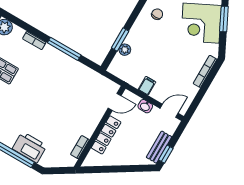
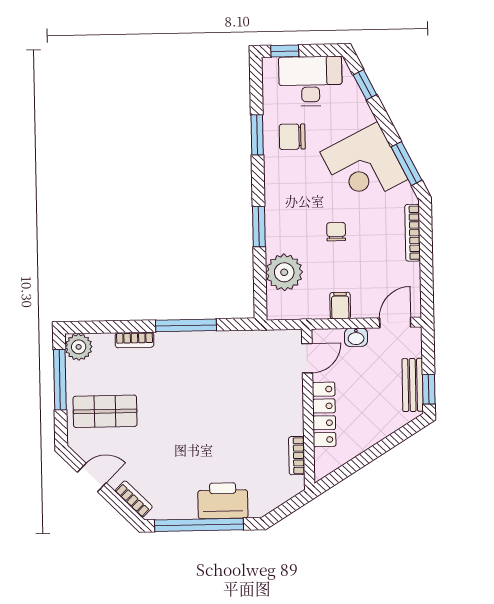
chair: (157, 14) -> (336, 232), moved
window: (224, 19) -> (406, 164), moved
window: (120, 40) -> (259, 227), moved
plant: (125, 50) -> (284, 272), width x1.88, depth x1.88

